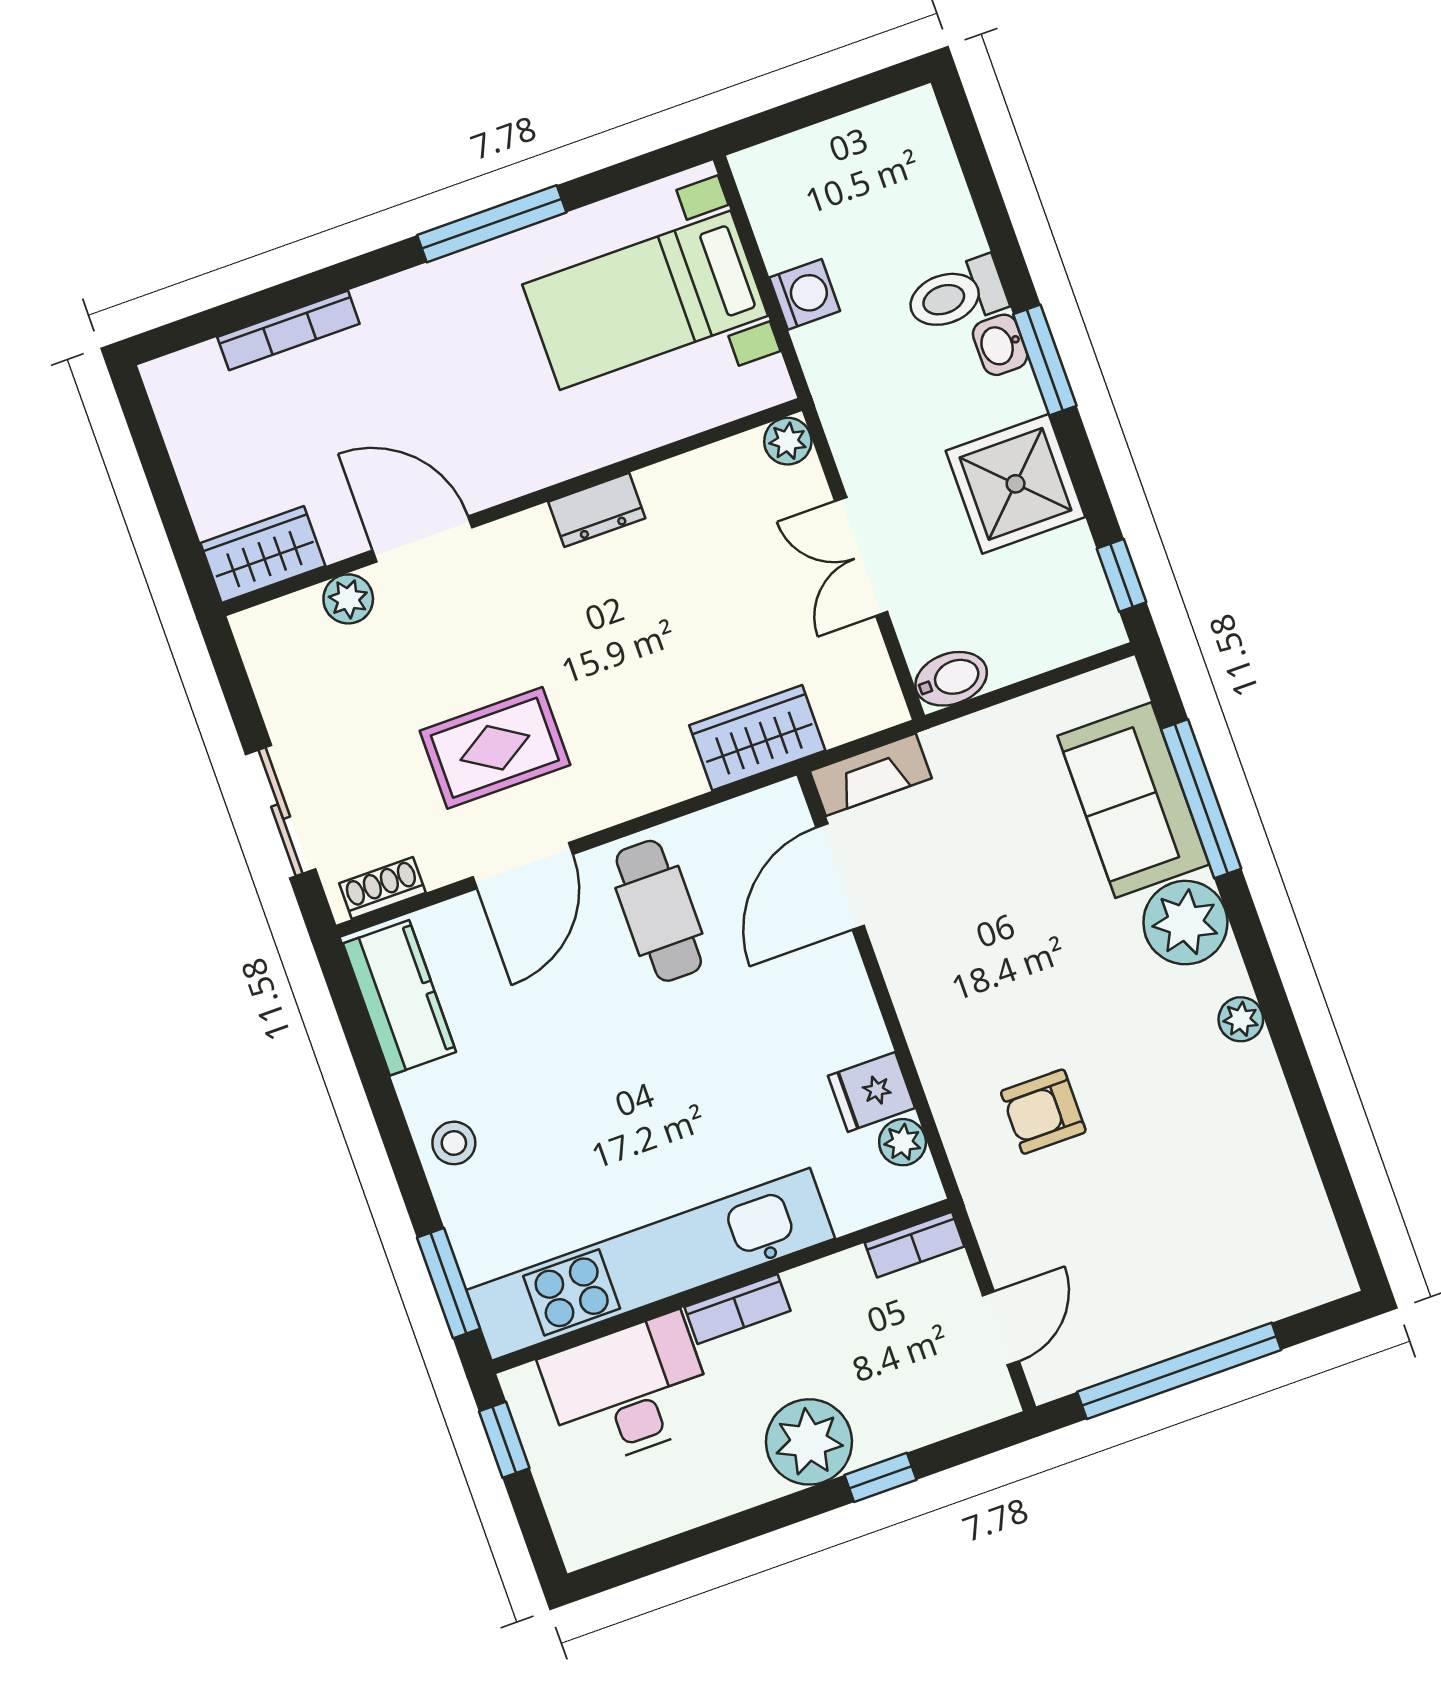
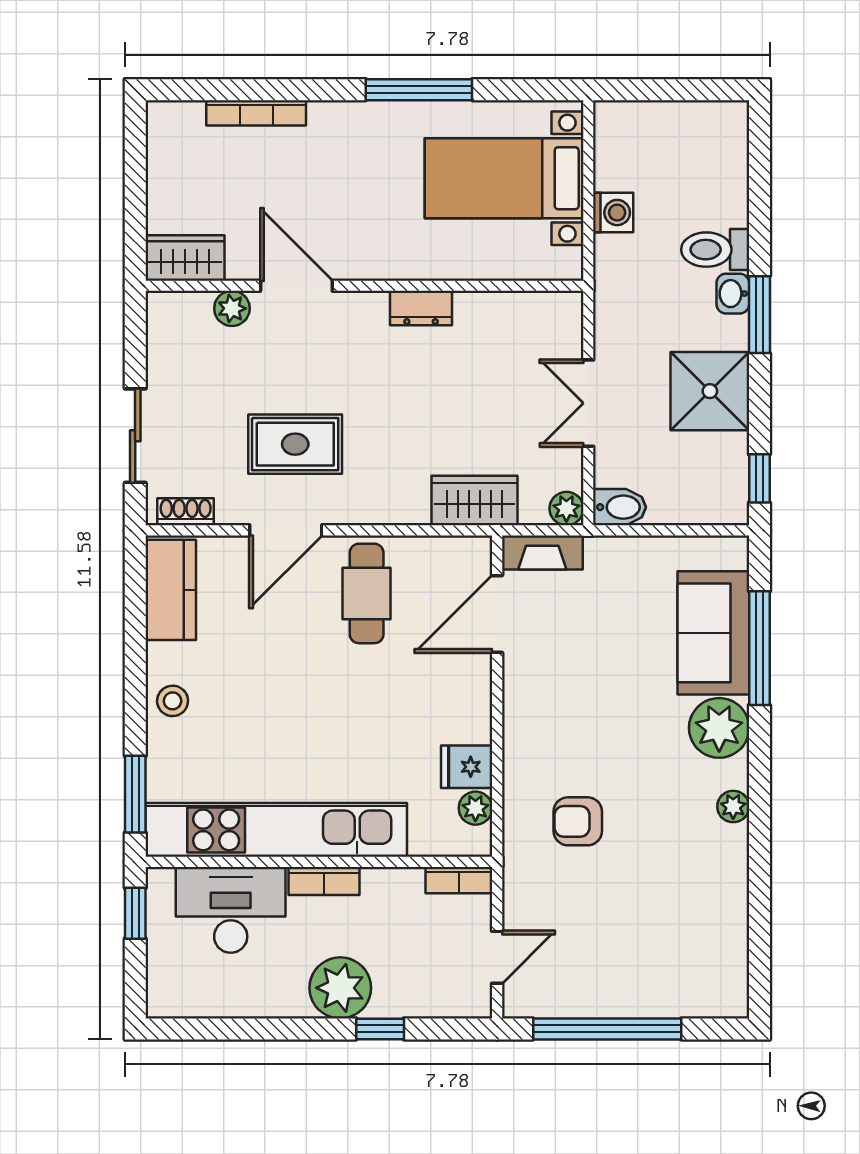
plant: (788, 441) -> (566, 509), moved

